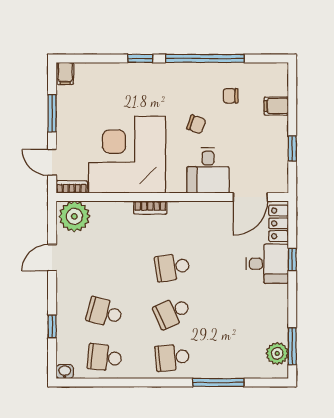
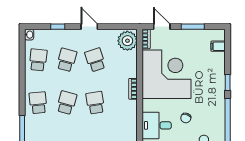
filing cabinet: (65, 73) -> (218, 46), moved
door: (52, 162) -> (162, 27), hinge flipped
door: (52, 258) -> (89, 27), moved
school desk: (105, 267) -> (95, 60), added
school desk: (172, 312) -> (67, 103), turned 39

